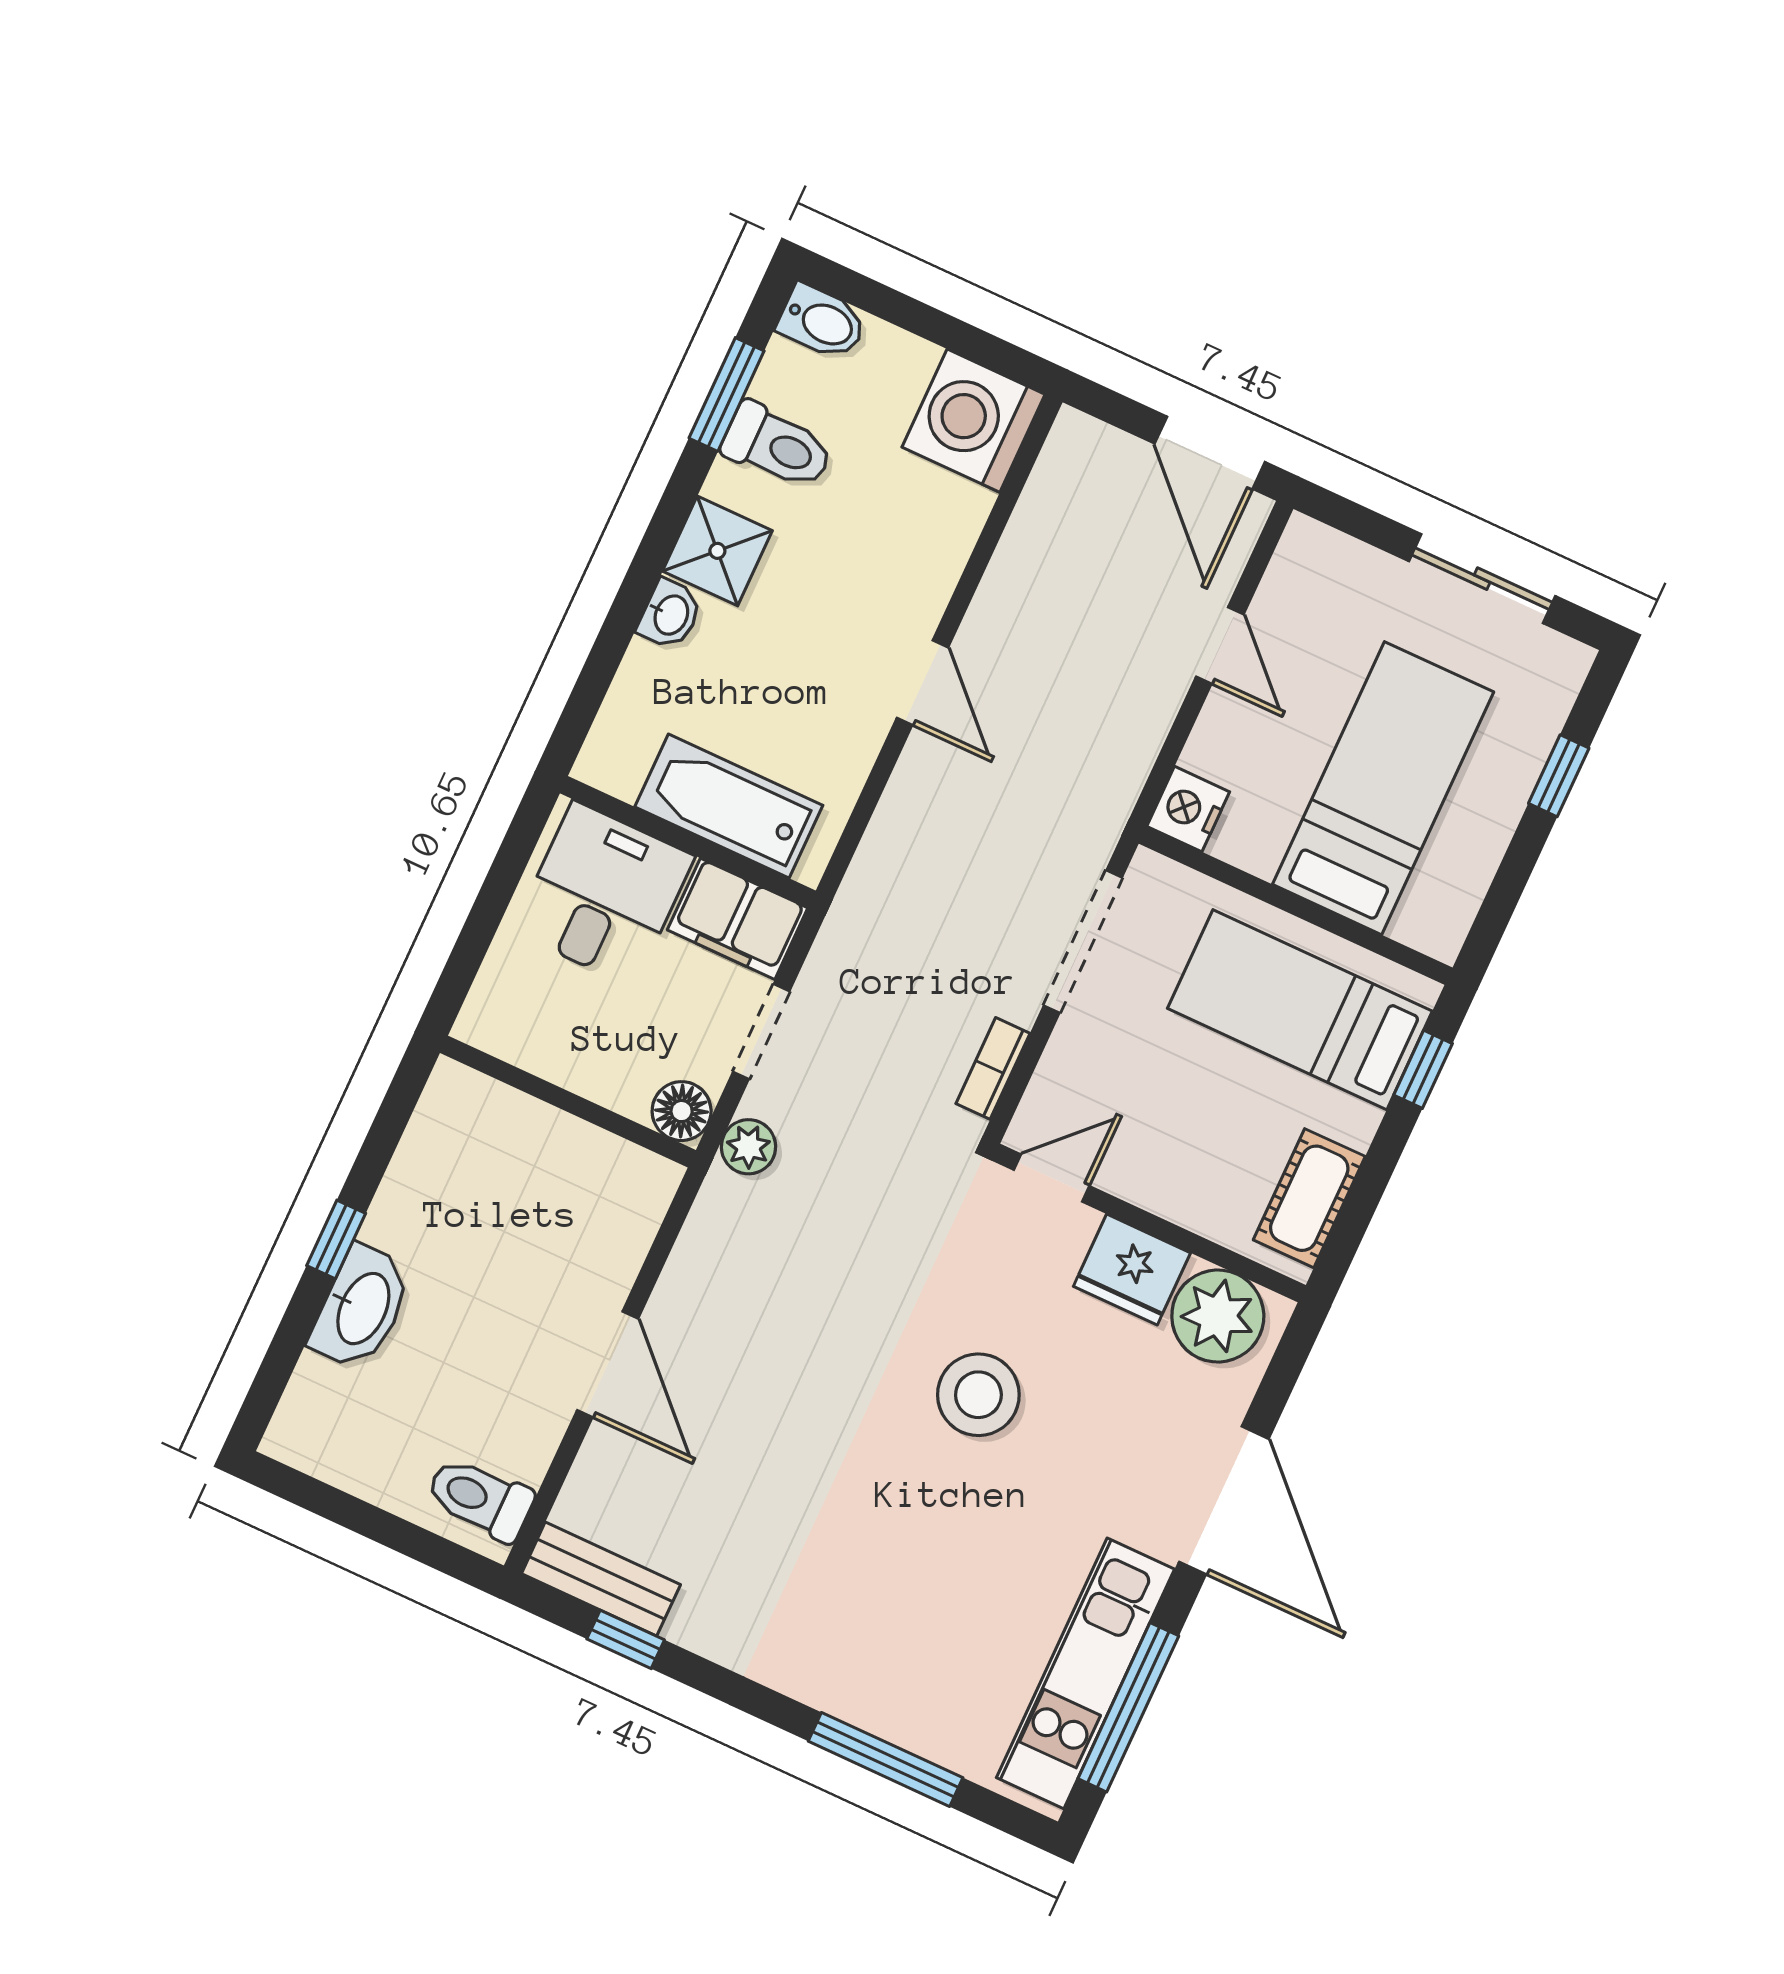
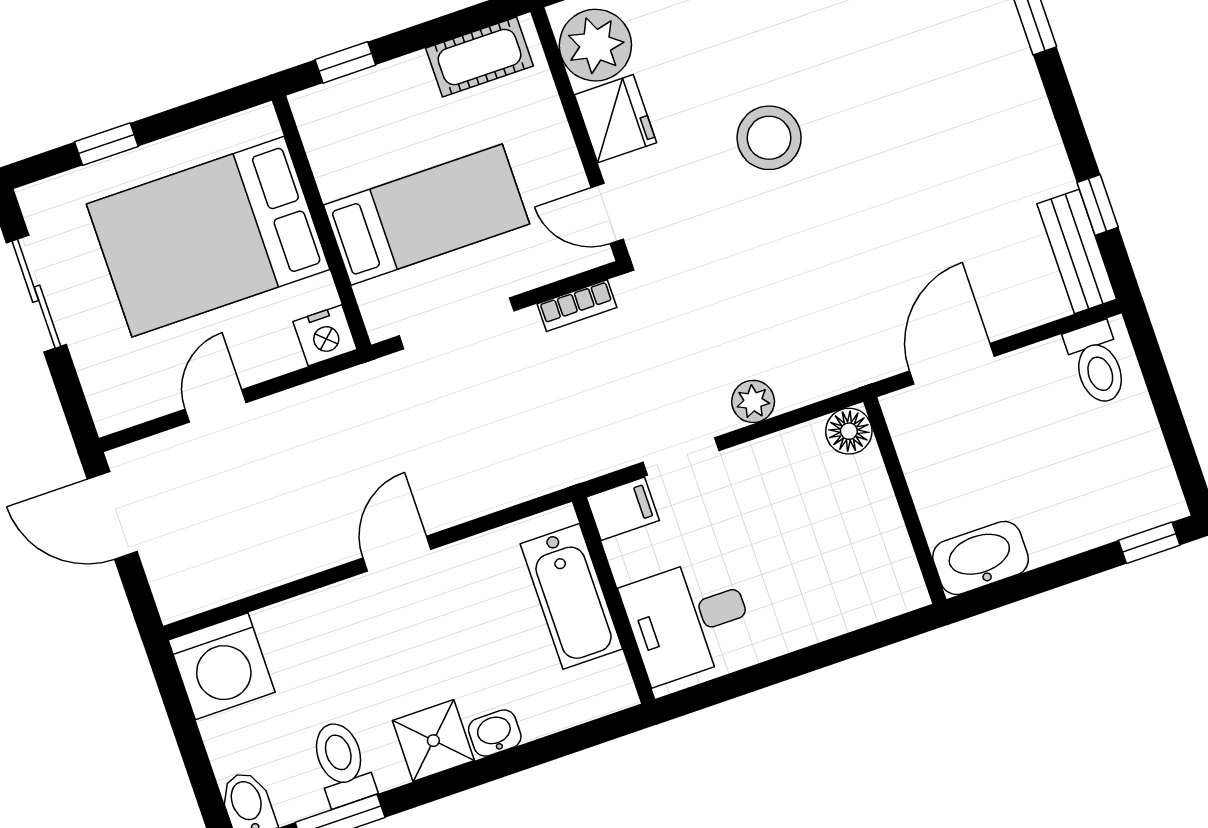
door: (1210, 453) -> (112, 515), swing flipped
bed: (1383, 788) -> (208, 237), width x1.50
filing cabinet: (738, 919) -> (623, 509), width x0.50
bed: (1300, 1010) -> (427, 215), moved, turned -90
wall: (568, 1102) -> (905, 500), moved
floor lamp: (682, 1111) -> (849, 431), moved
window: (336, 1239) -> (1149, 543), moved
washbasin: (361, 1308) -> (981, 558), moved

